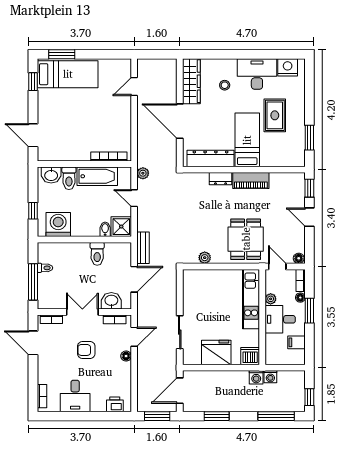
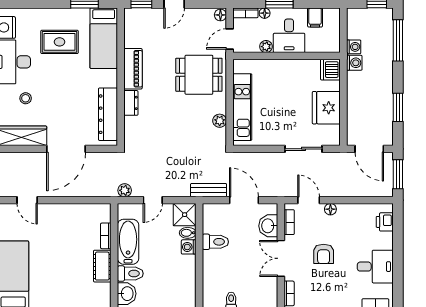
bed: (247, 140) -> (104, 38), moved, turned -90
cot: (76, 153) -> (102, 266), added
bookcase: (109, 156) -> (106, 236), width x0.64
washing machine: (58, 224) -> (189, 247), moved, width x0.53, depth x0.53
kitchen unit: (251, 299) -> (242, 107), moved, turned -90

